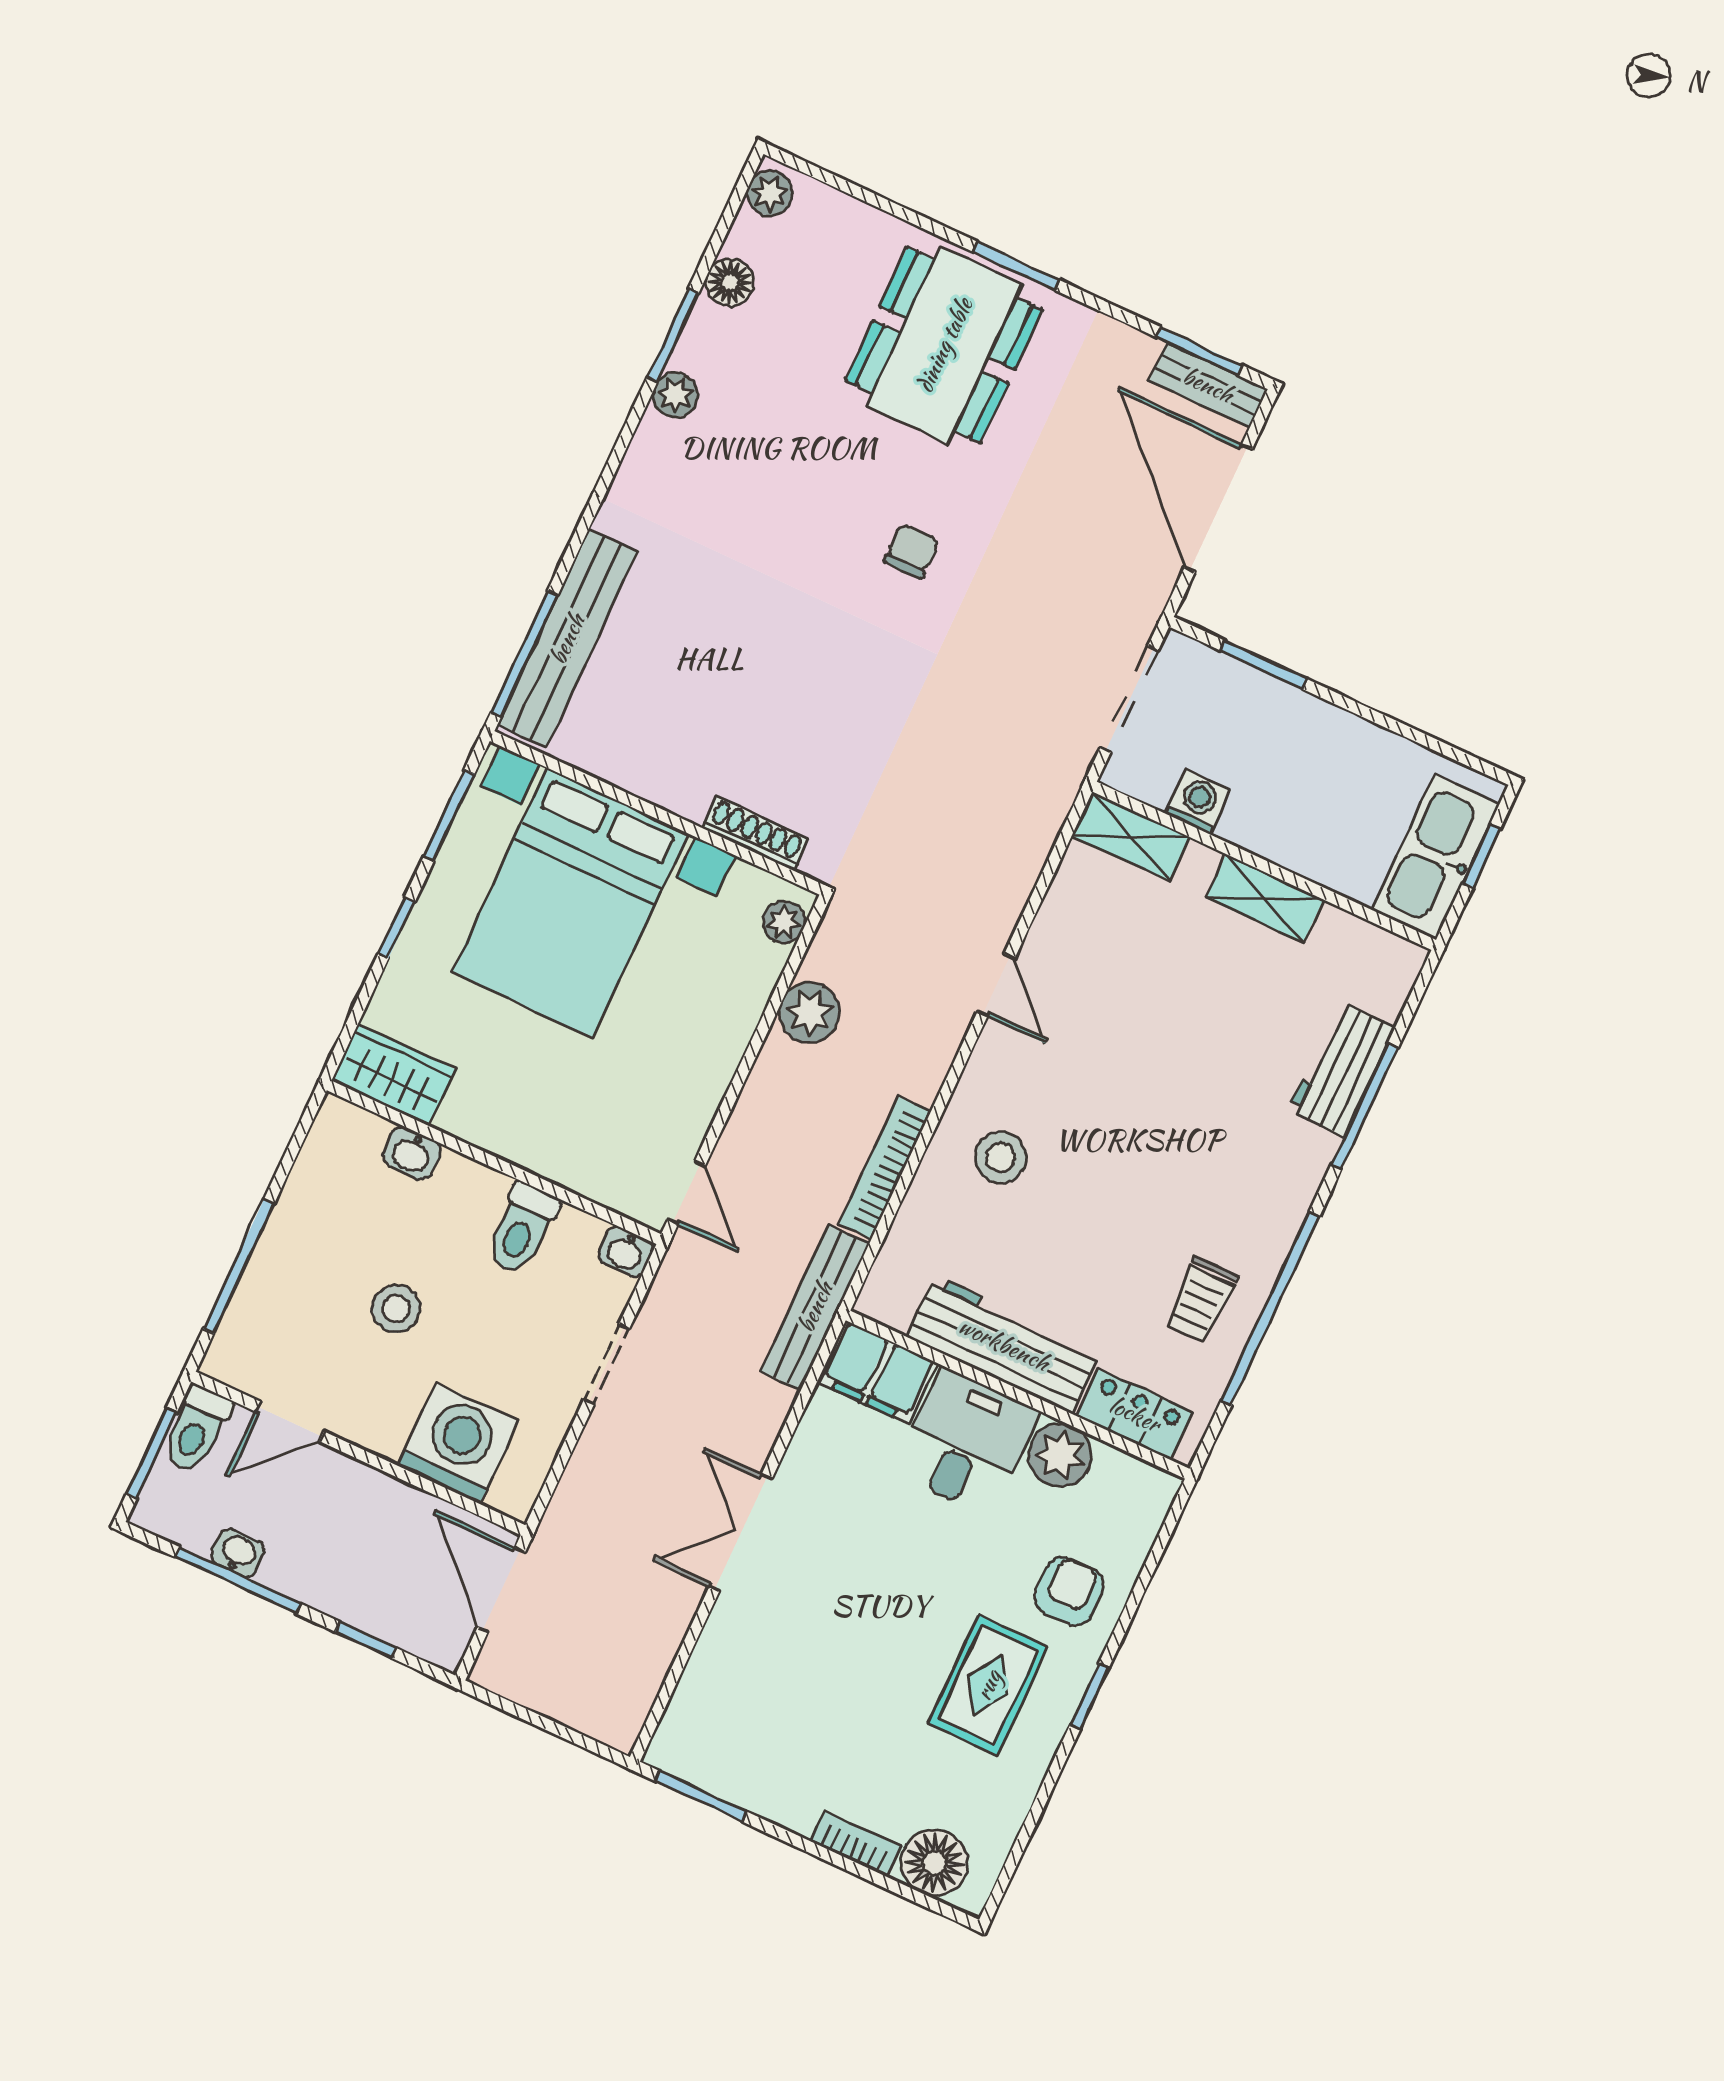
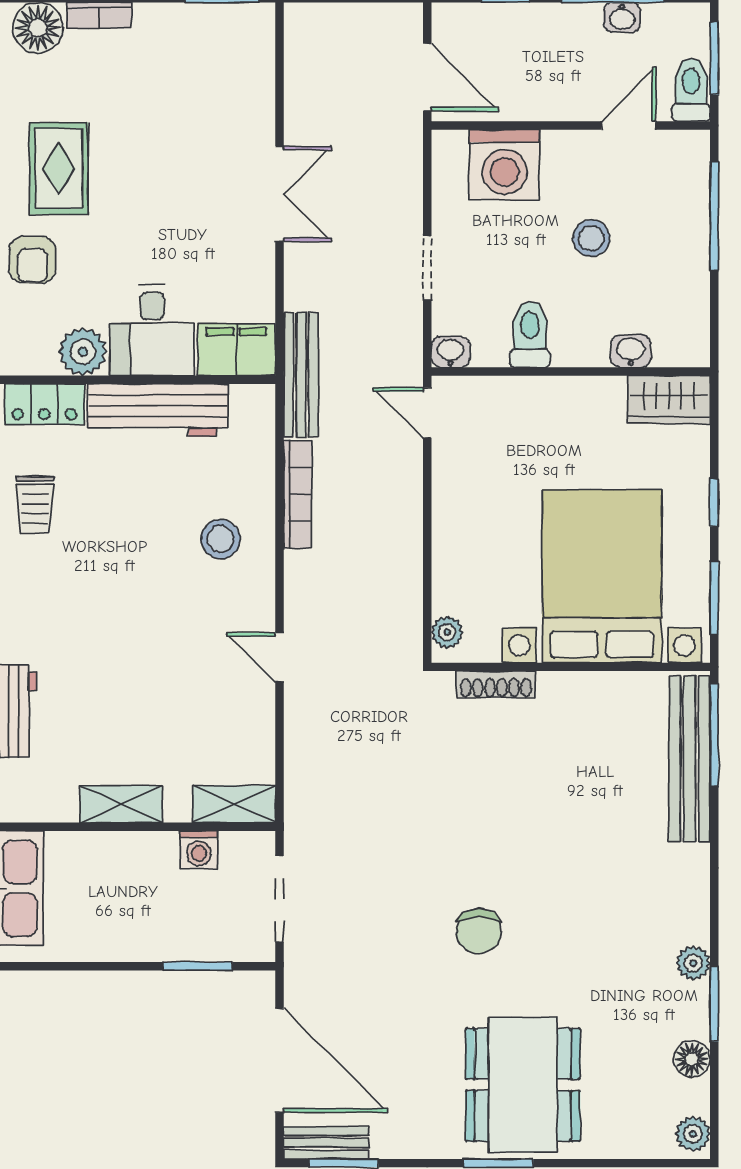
chair: (911, 551) -> (479, 931), width x1.37, depth x1.37
plant: (810, 1013) -> (400, 578), removed
trolley: (1201, 1300) -> (35, 505), turned 180

